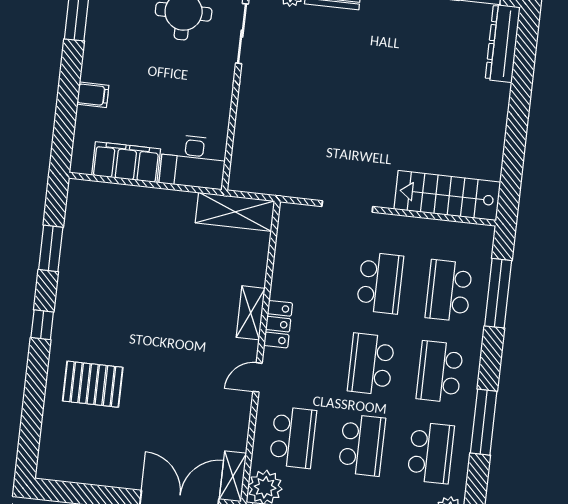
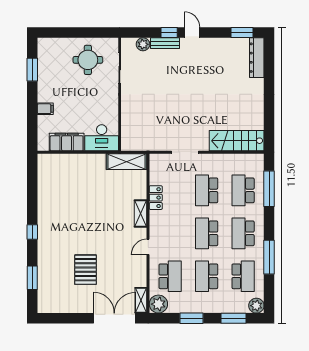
window: (51, 248) -> (32, 278), moved
school desk: (380, 283) -> (207, 190), turned 180
locker: (278, 324) -> (156, 198), moved
pallet: (93, 384) -> (86, 270), moved, turned 90
school desk: (362, 445) -> (207, 276), turned 180

